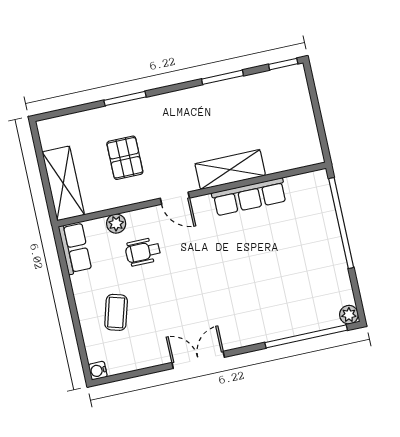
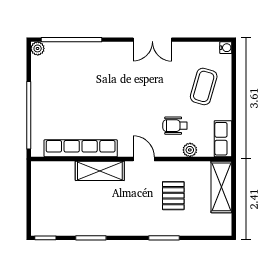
row of seats: (249, 197) -> (81, 148), width x1.36
wheelchair: (143, 252) -> (175, 126), turned 180
coffee table: (116, 312) -> (204, 86), width x1.36, depth x1.30

